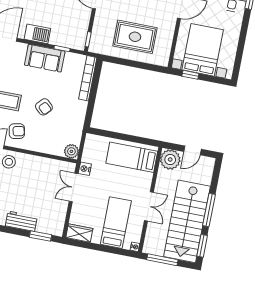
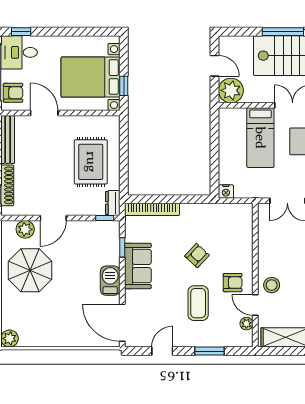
dresser: (99, 48) -> (113, 203), added
armchair: (17, 131) -> (233, 283), turned 102
plant: (71, 151) -> (244, 212), removed
bed: (132, 157) -> (260, 138), moved
nightstand: (85, 169) -> (226, 192), moved

